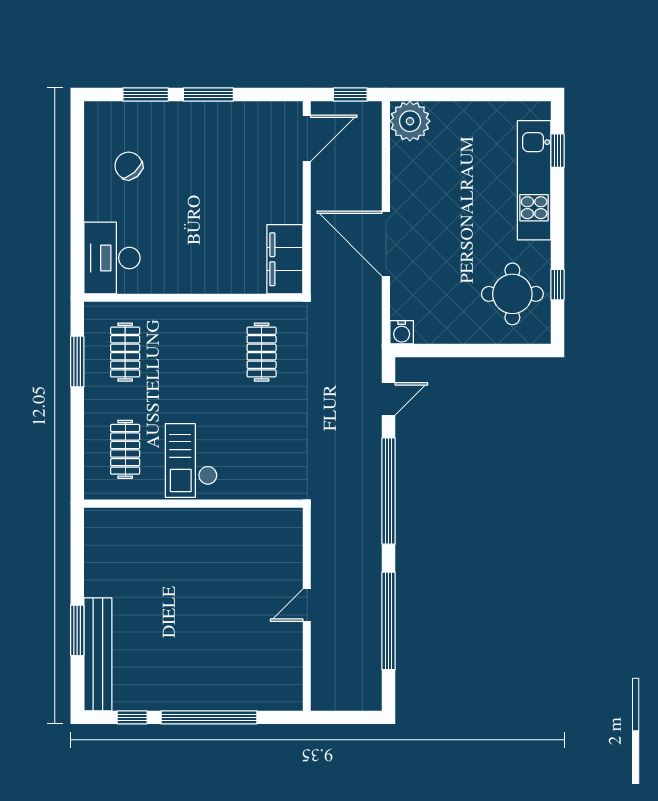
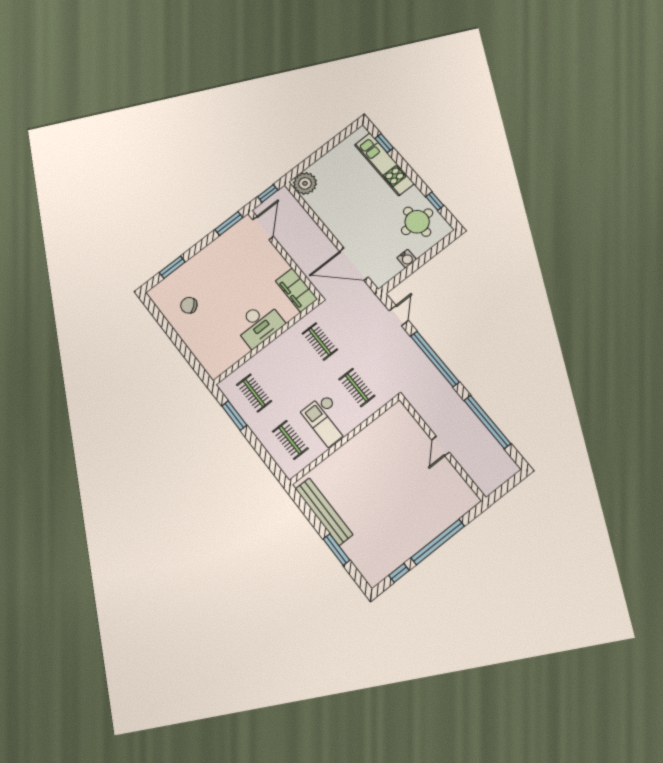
window: (208, 95) -> (229, 223), moved
door: (386, 244) -> (354, 264), moved
desk: (112, 258) -> (259, 324), moved, turned -90
water cooler: (402, 332) -> (407, 259), moved
clothes rail: (262, 449) -> (357, 388), added
bench: (98, 654) -> (324, 512), moved

